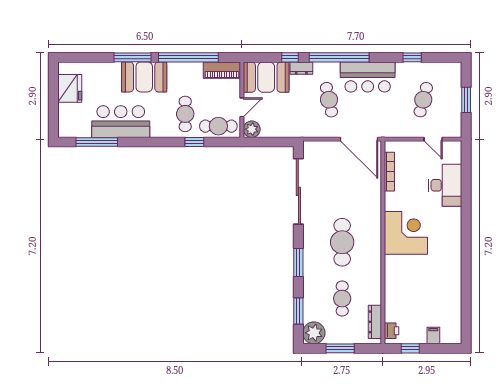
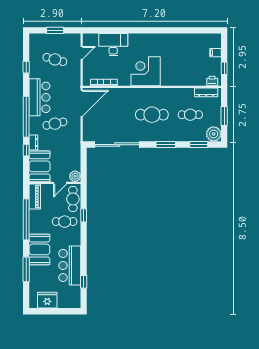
window: (133, 57) -> (26, 269), moved
door: (242, 107) -> (60, 183), swing flipped
window: (97, 142) -> (84, 282), width x0.46

